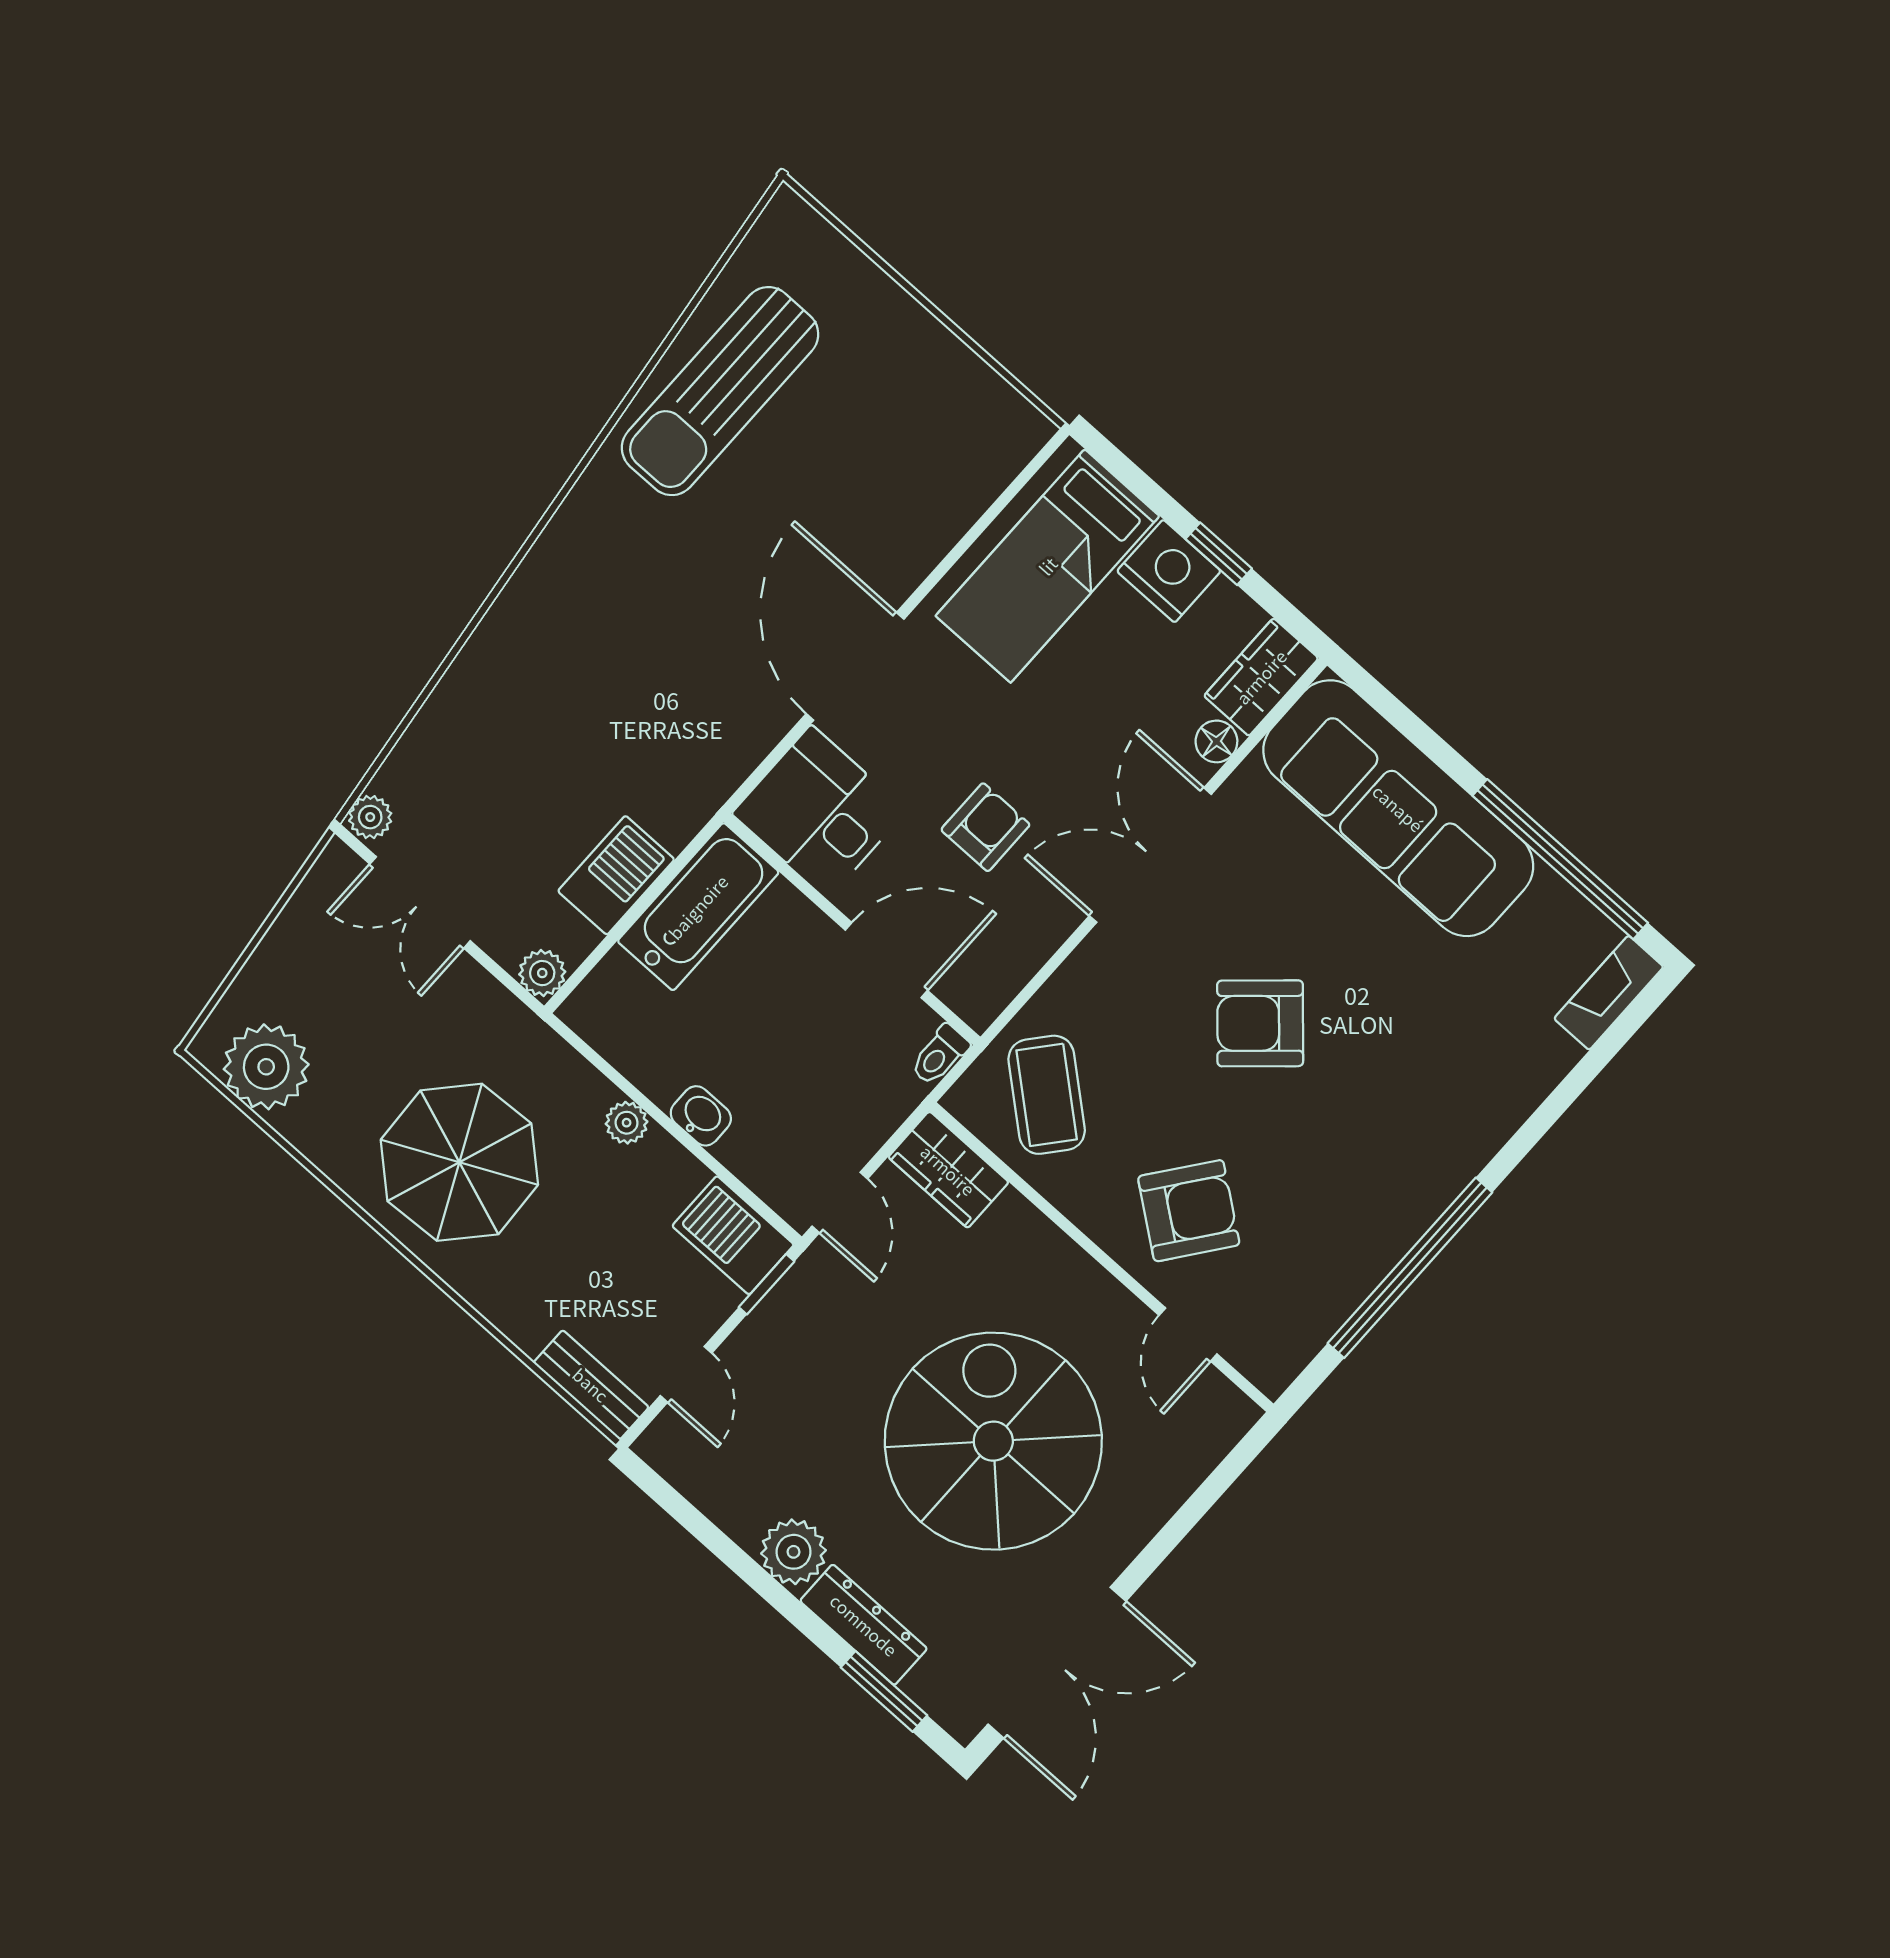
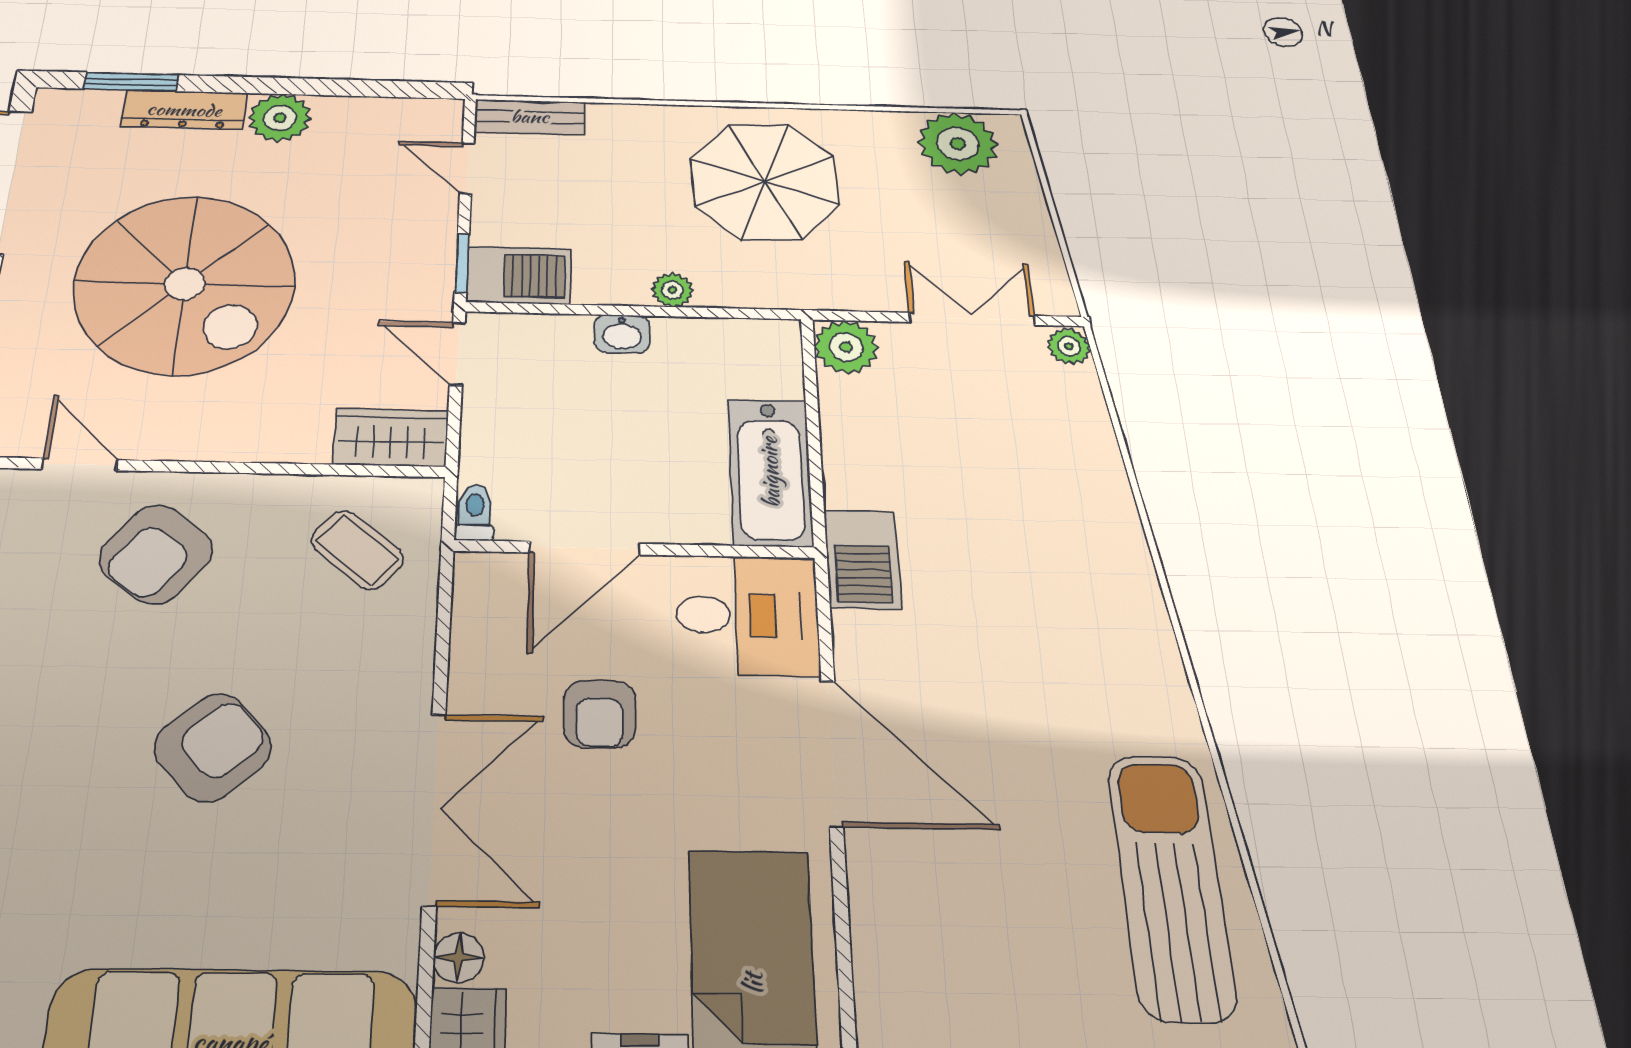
barbecue: (616, 875) -> (862, 559), moved
plant: (542, 973) -> (846, 347), width x1.38, depth x1.38
coffee table: (1047, 1095) -> (357, 550), width x0.73, depth x0.77

